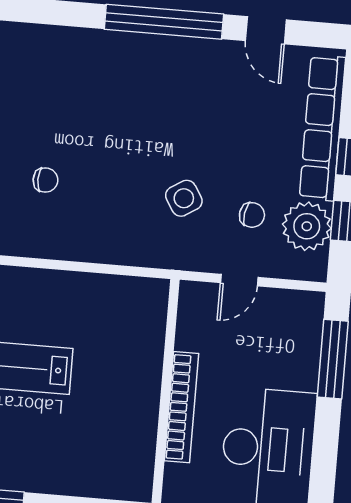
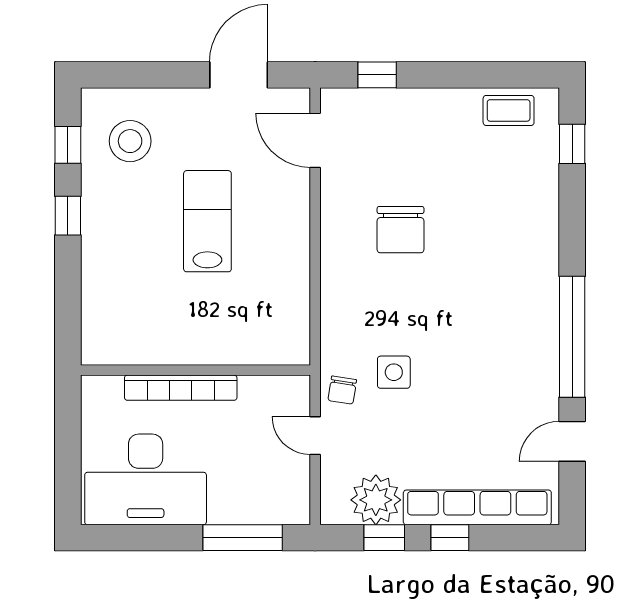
chair: (45, 180) -> (401, 230), width x1.87, depth x1.87
side table: (184, 198) -> (394, 372), turned 32
chair: (252, 215) -> (342, 390), moved

